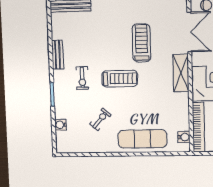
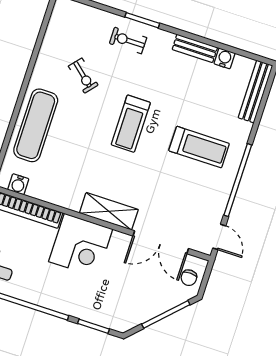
treadmill: (141, 43) -> (199, 147), moved
exercise bike: (82, 78) -> (128, 41), moved
water cooler: (61, 125) -> (224, 58), moved

